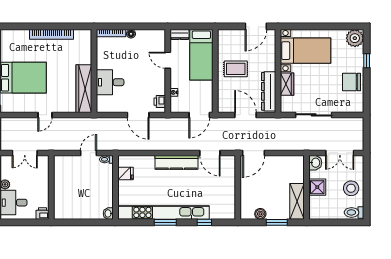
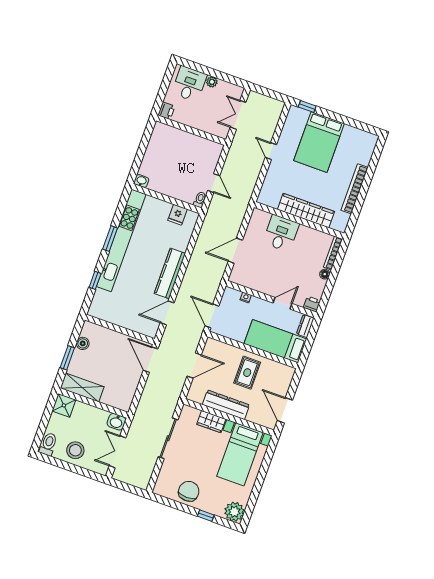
wardrobe: (84, 89) -> (306, 211), moved
dresser: (269, 91) -> (226, 405), moved
printer: (160, 102) -> (312, 304), moved
shower: (317, 187) -> (64, 405), moved

